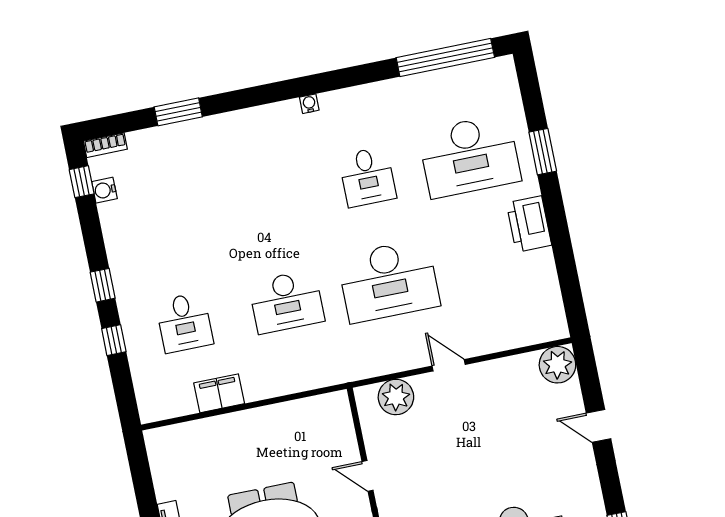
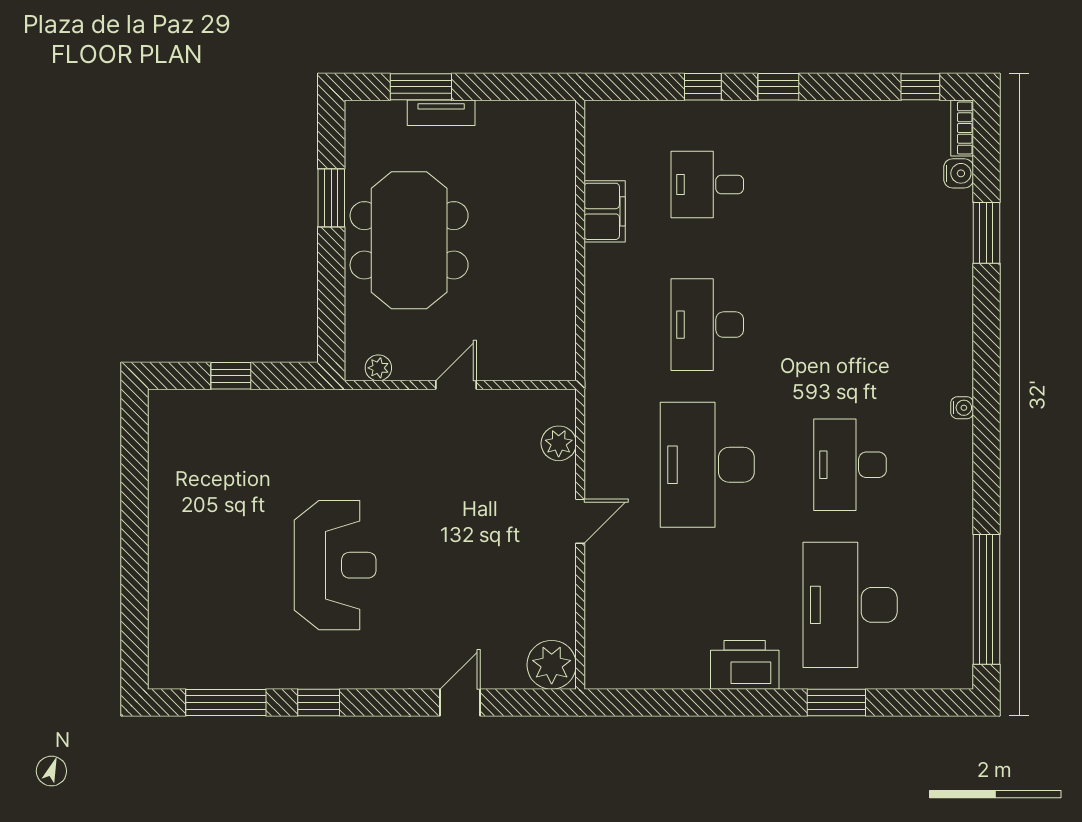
desk: (367, 177) -> (850, 465), width x1.37
water cooler: (104, 190) -> (959, 173), moved, turned 90
plant: (396, 397) -> (559, 443), width x0.73, depth x0.73

